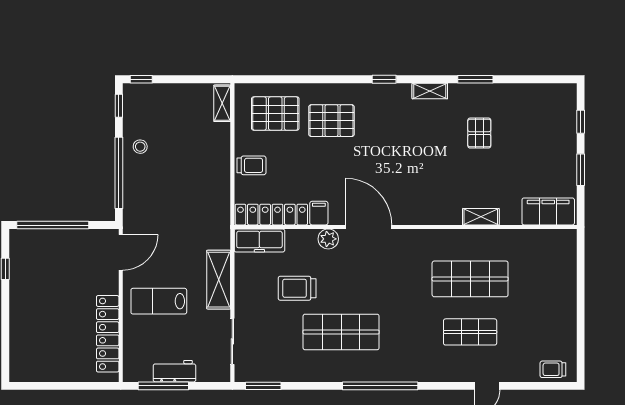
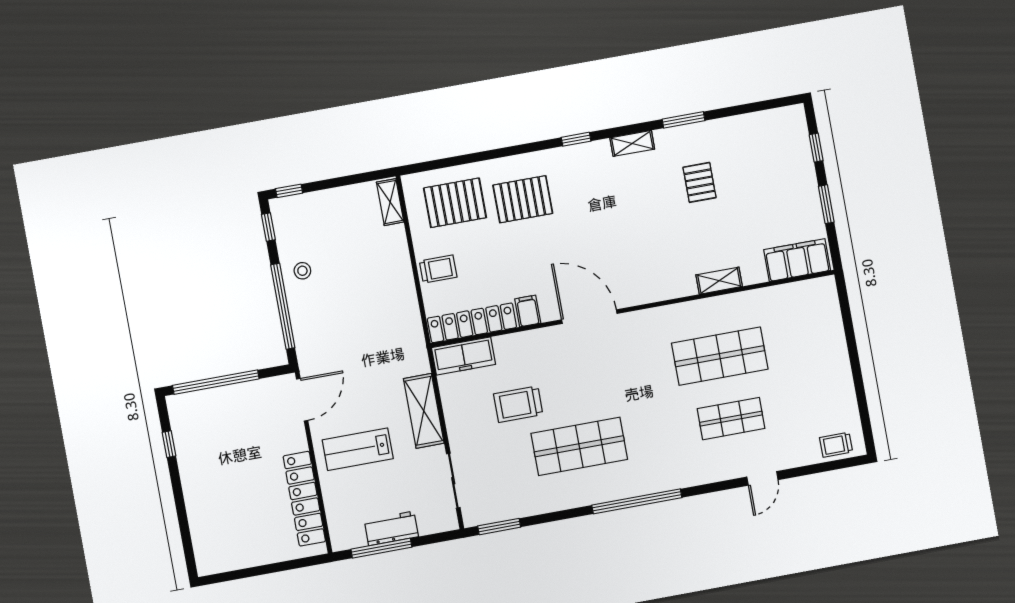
plant: (328, 239) -> (544, 339), removed

